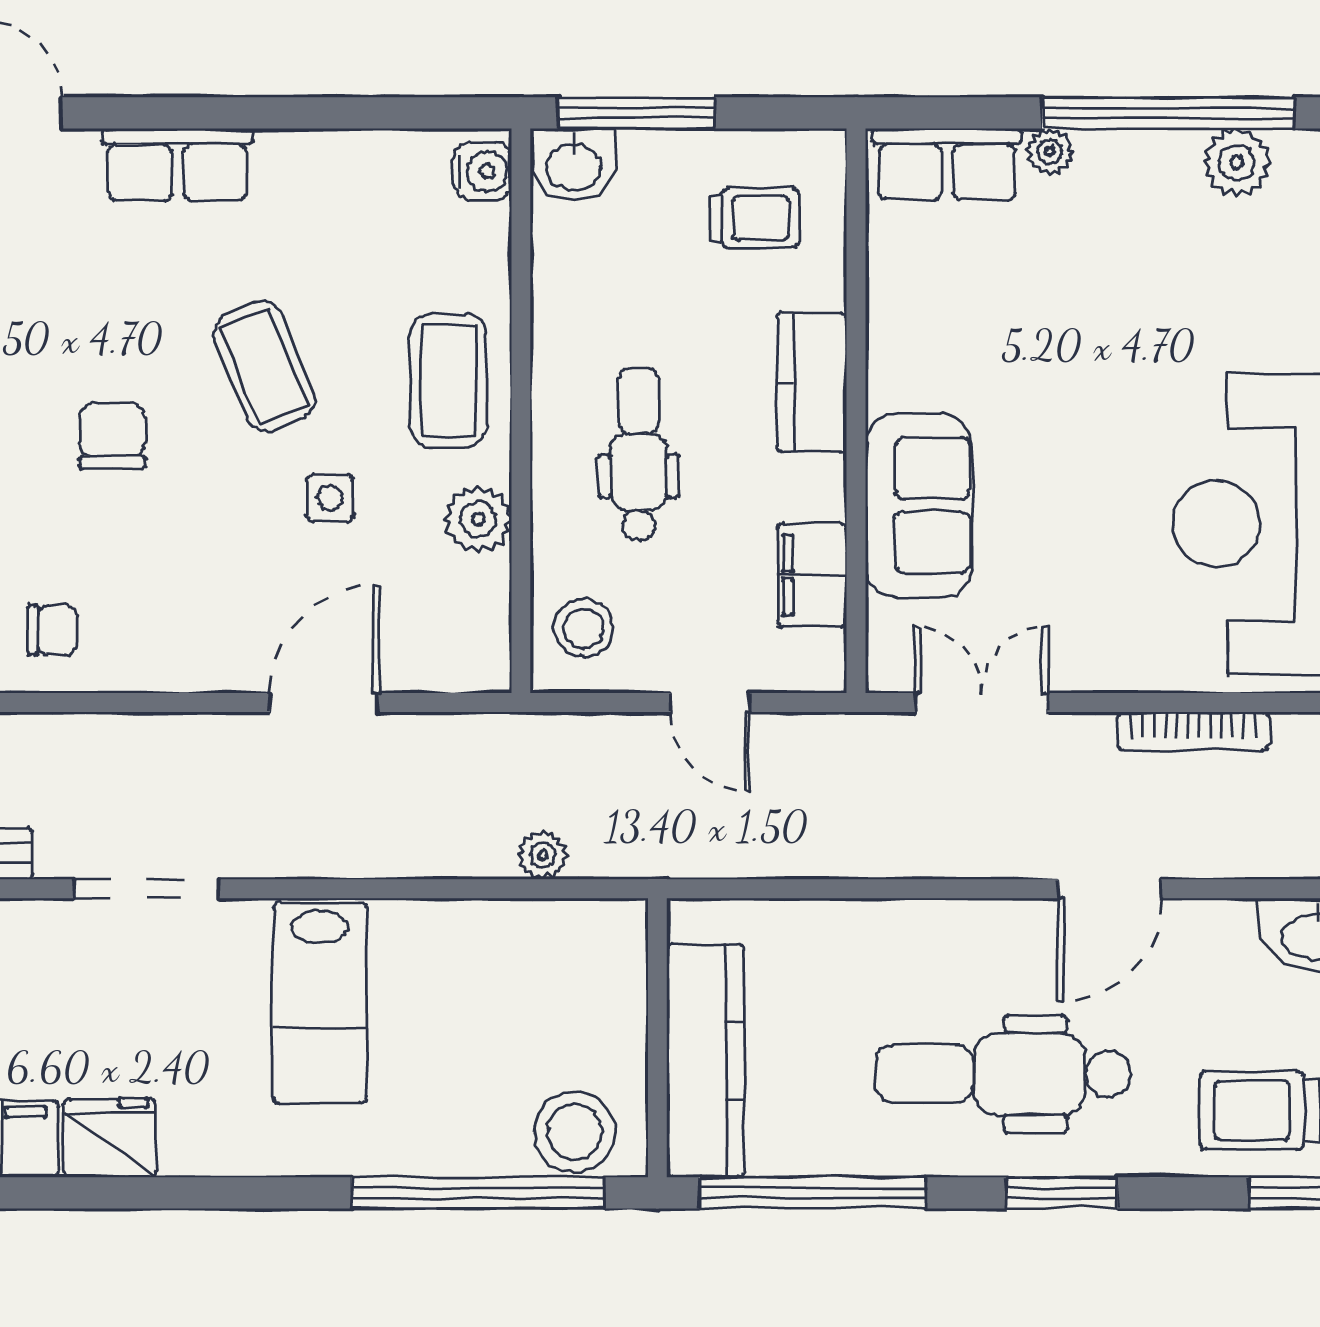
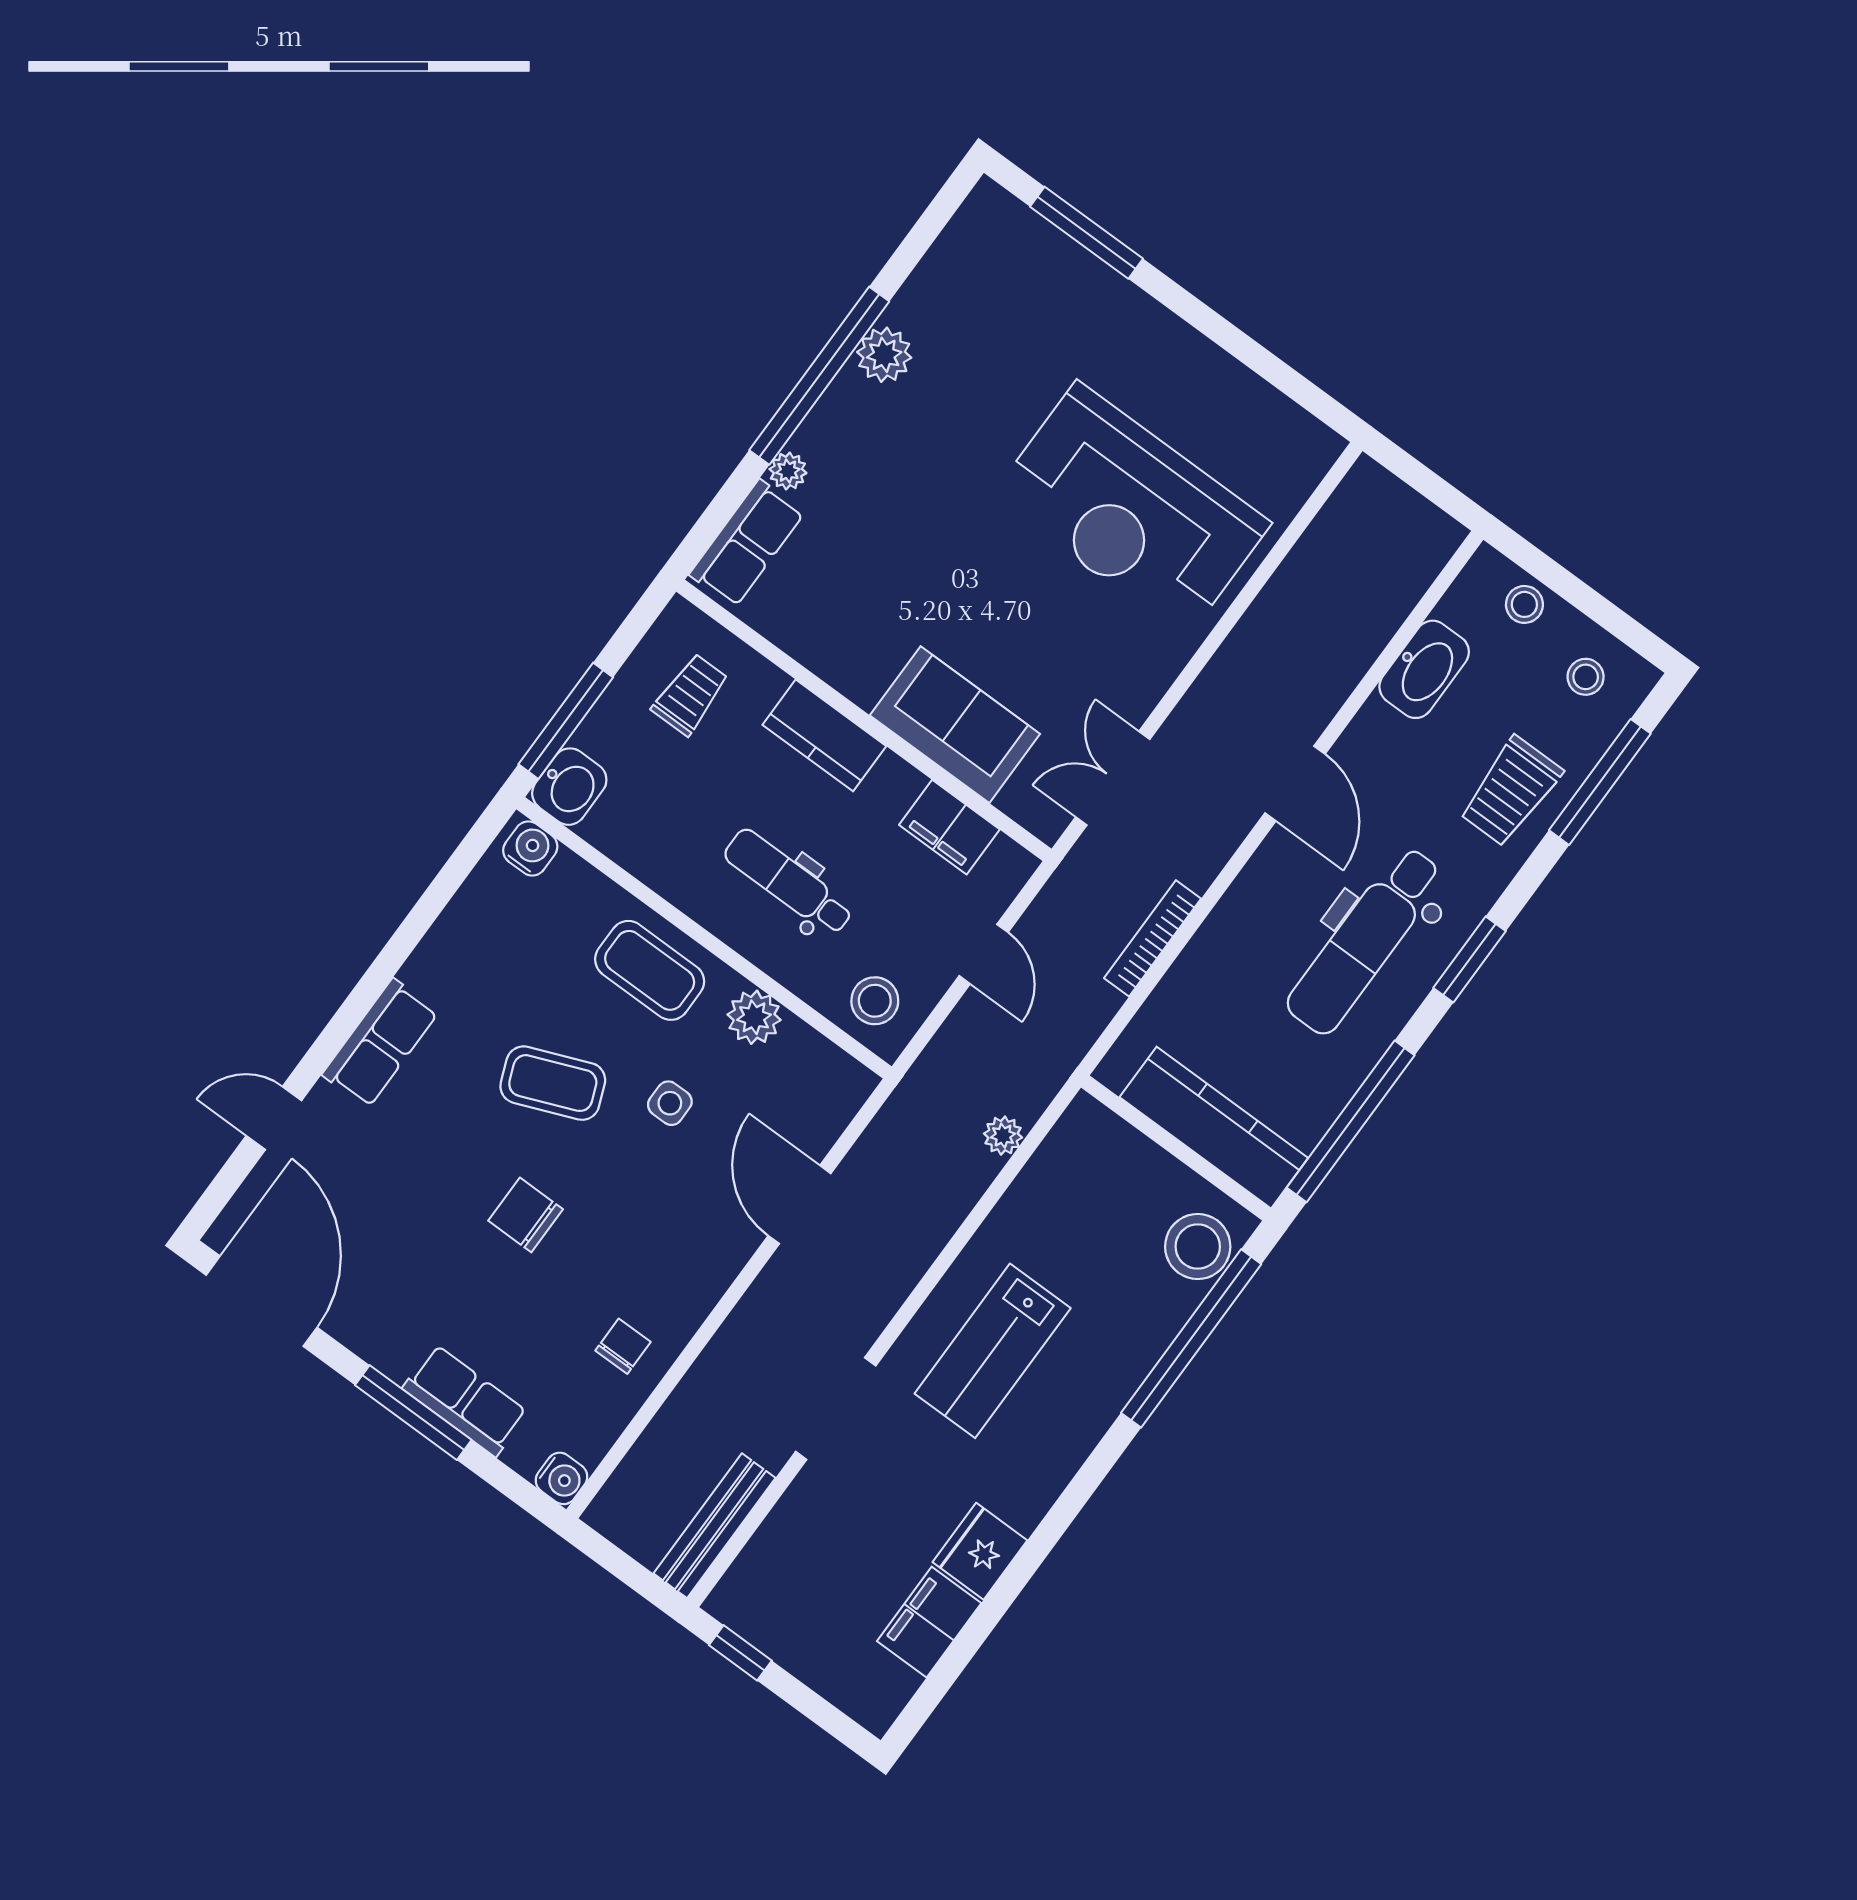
door: (710, 703) -> (984, 954), hinge flipped
bookcase: (1193, 731) -> (1152, 938), moved, turned 180
lab bench: (320, 1003) -> (993, 1351), turned 90

